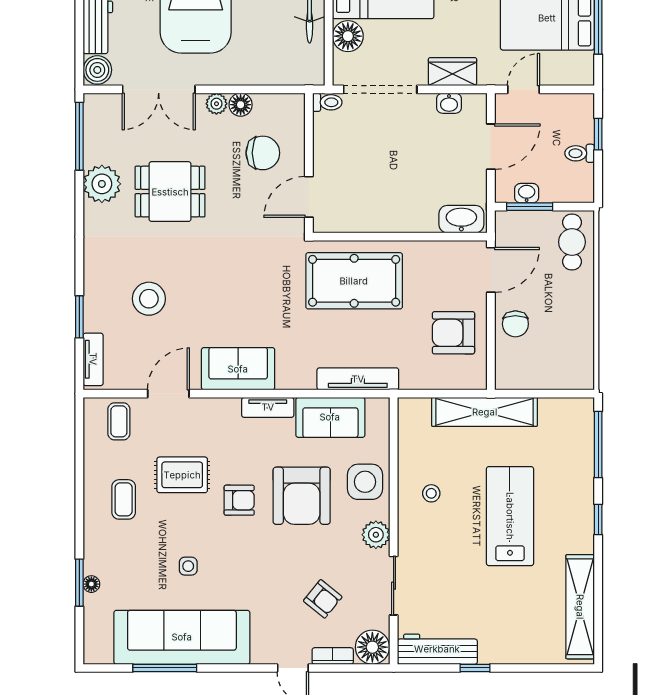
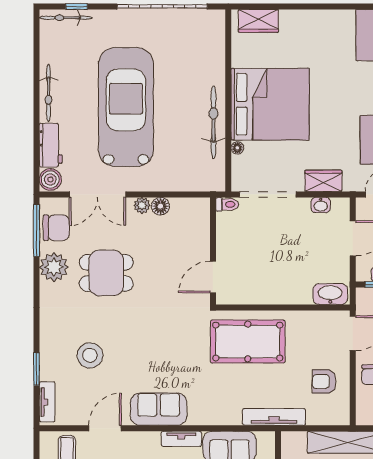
floor lamp: (348, 36) -> (237, 148), width x0.53, depth x0.53
chair: (263, 153) -> (56, 228), moved
armchair: (453, 333) -> (324, 381), width x0.72, depth x0.72
tv unit: (358, 379) -> (274, 417), moved

